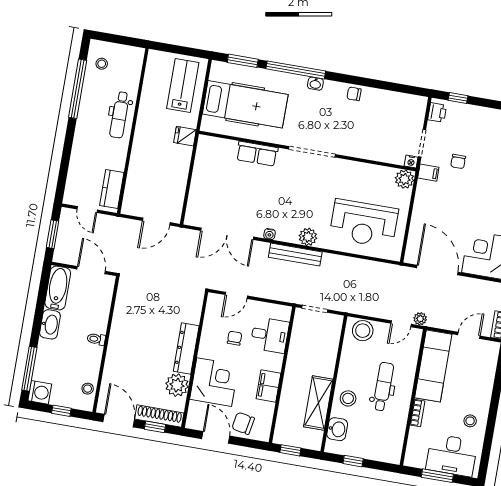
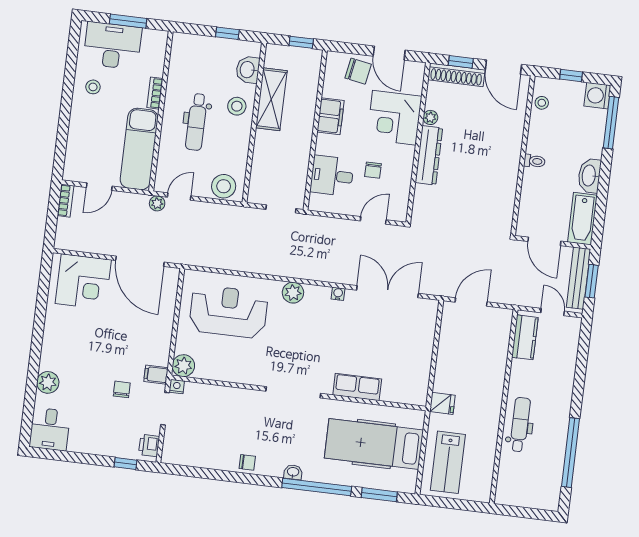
stool: (102, 64) -> (544, 483), removed
bench: (295, 255) -> (578, 278), moved, turned 90
plant: (177, 385) -> (430, 117), width x0.53, depth x0.53

